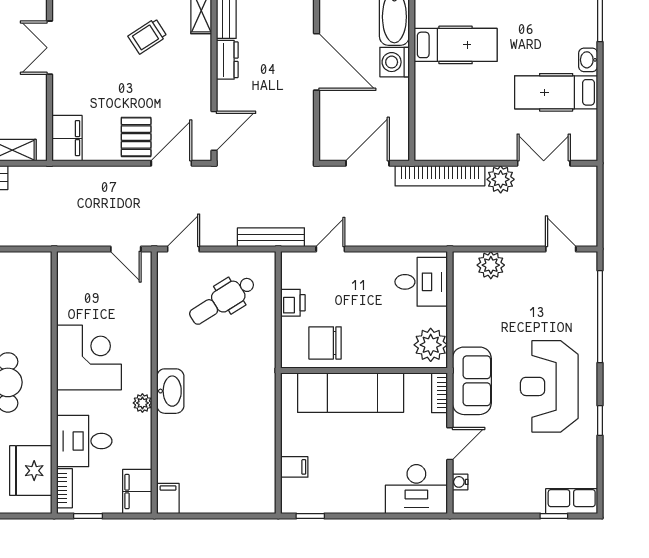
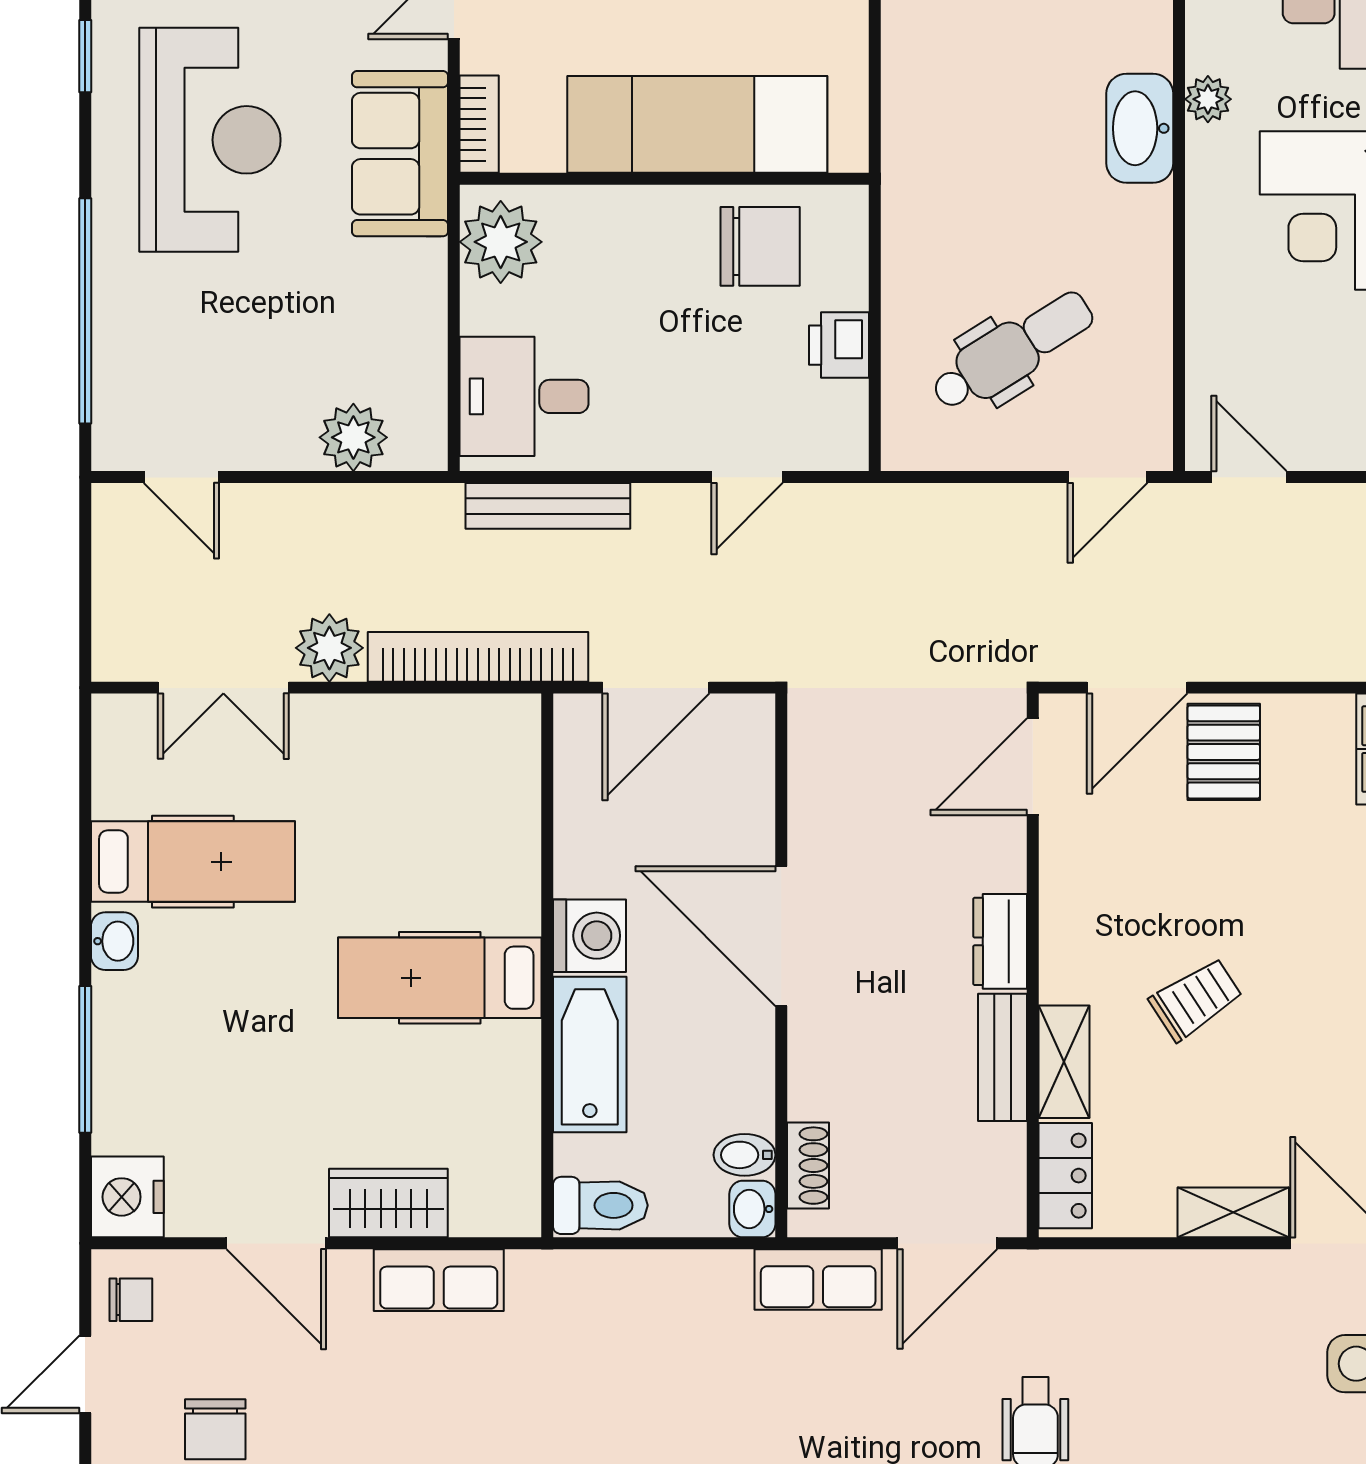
bench: (271, 237) -> (548, 506), moved

